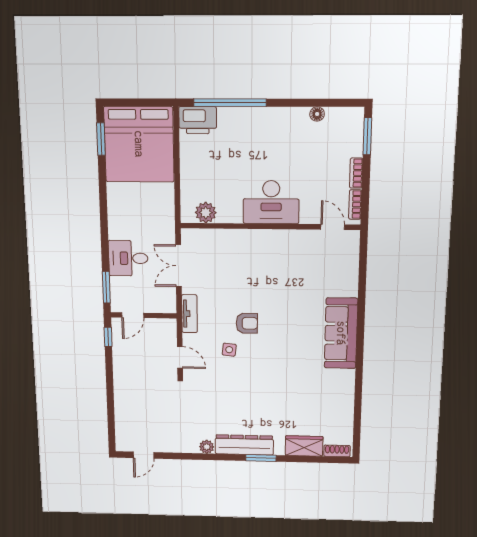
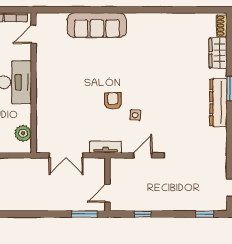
desk: (128, 258) -> (60, 196), removed
door: (133, 315) -> (107, 193), swing flipped
sofa: (341, 333) -> (97, 25), moved
window: (108, 337) -> (143, 214), moved
window: (111, 427) -> (205, 214), added
plant: (207, 447) -> (221, 134), removed

